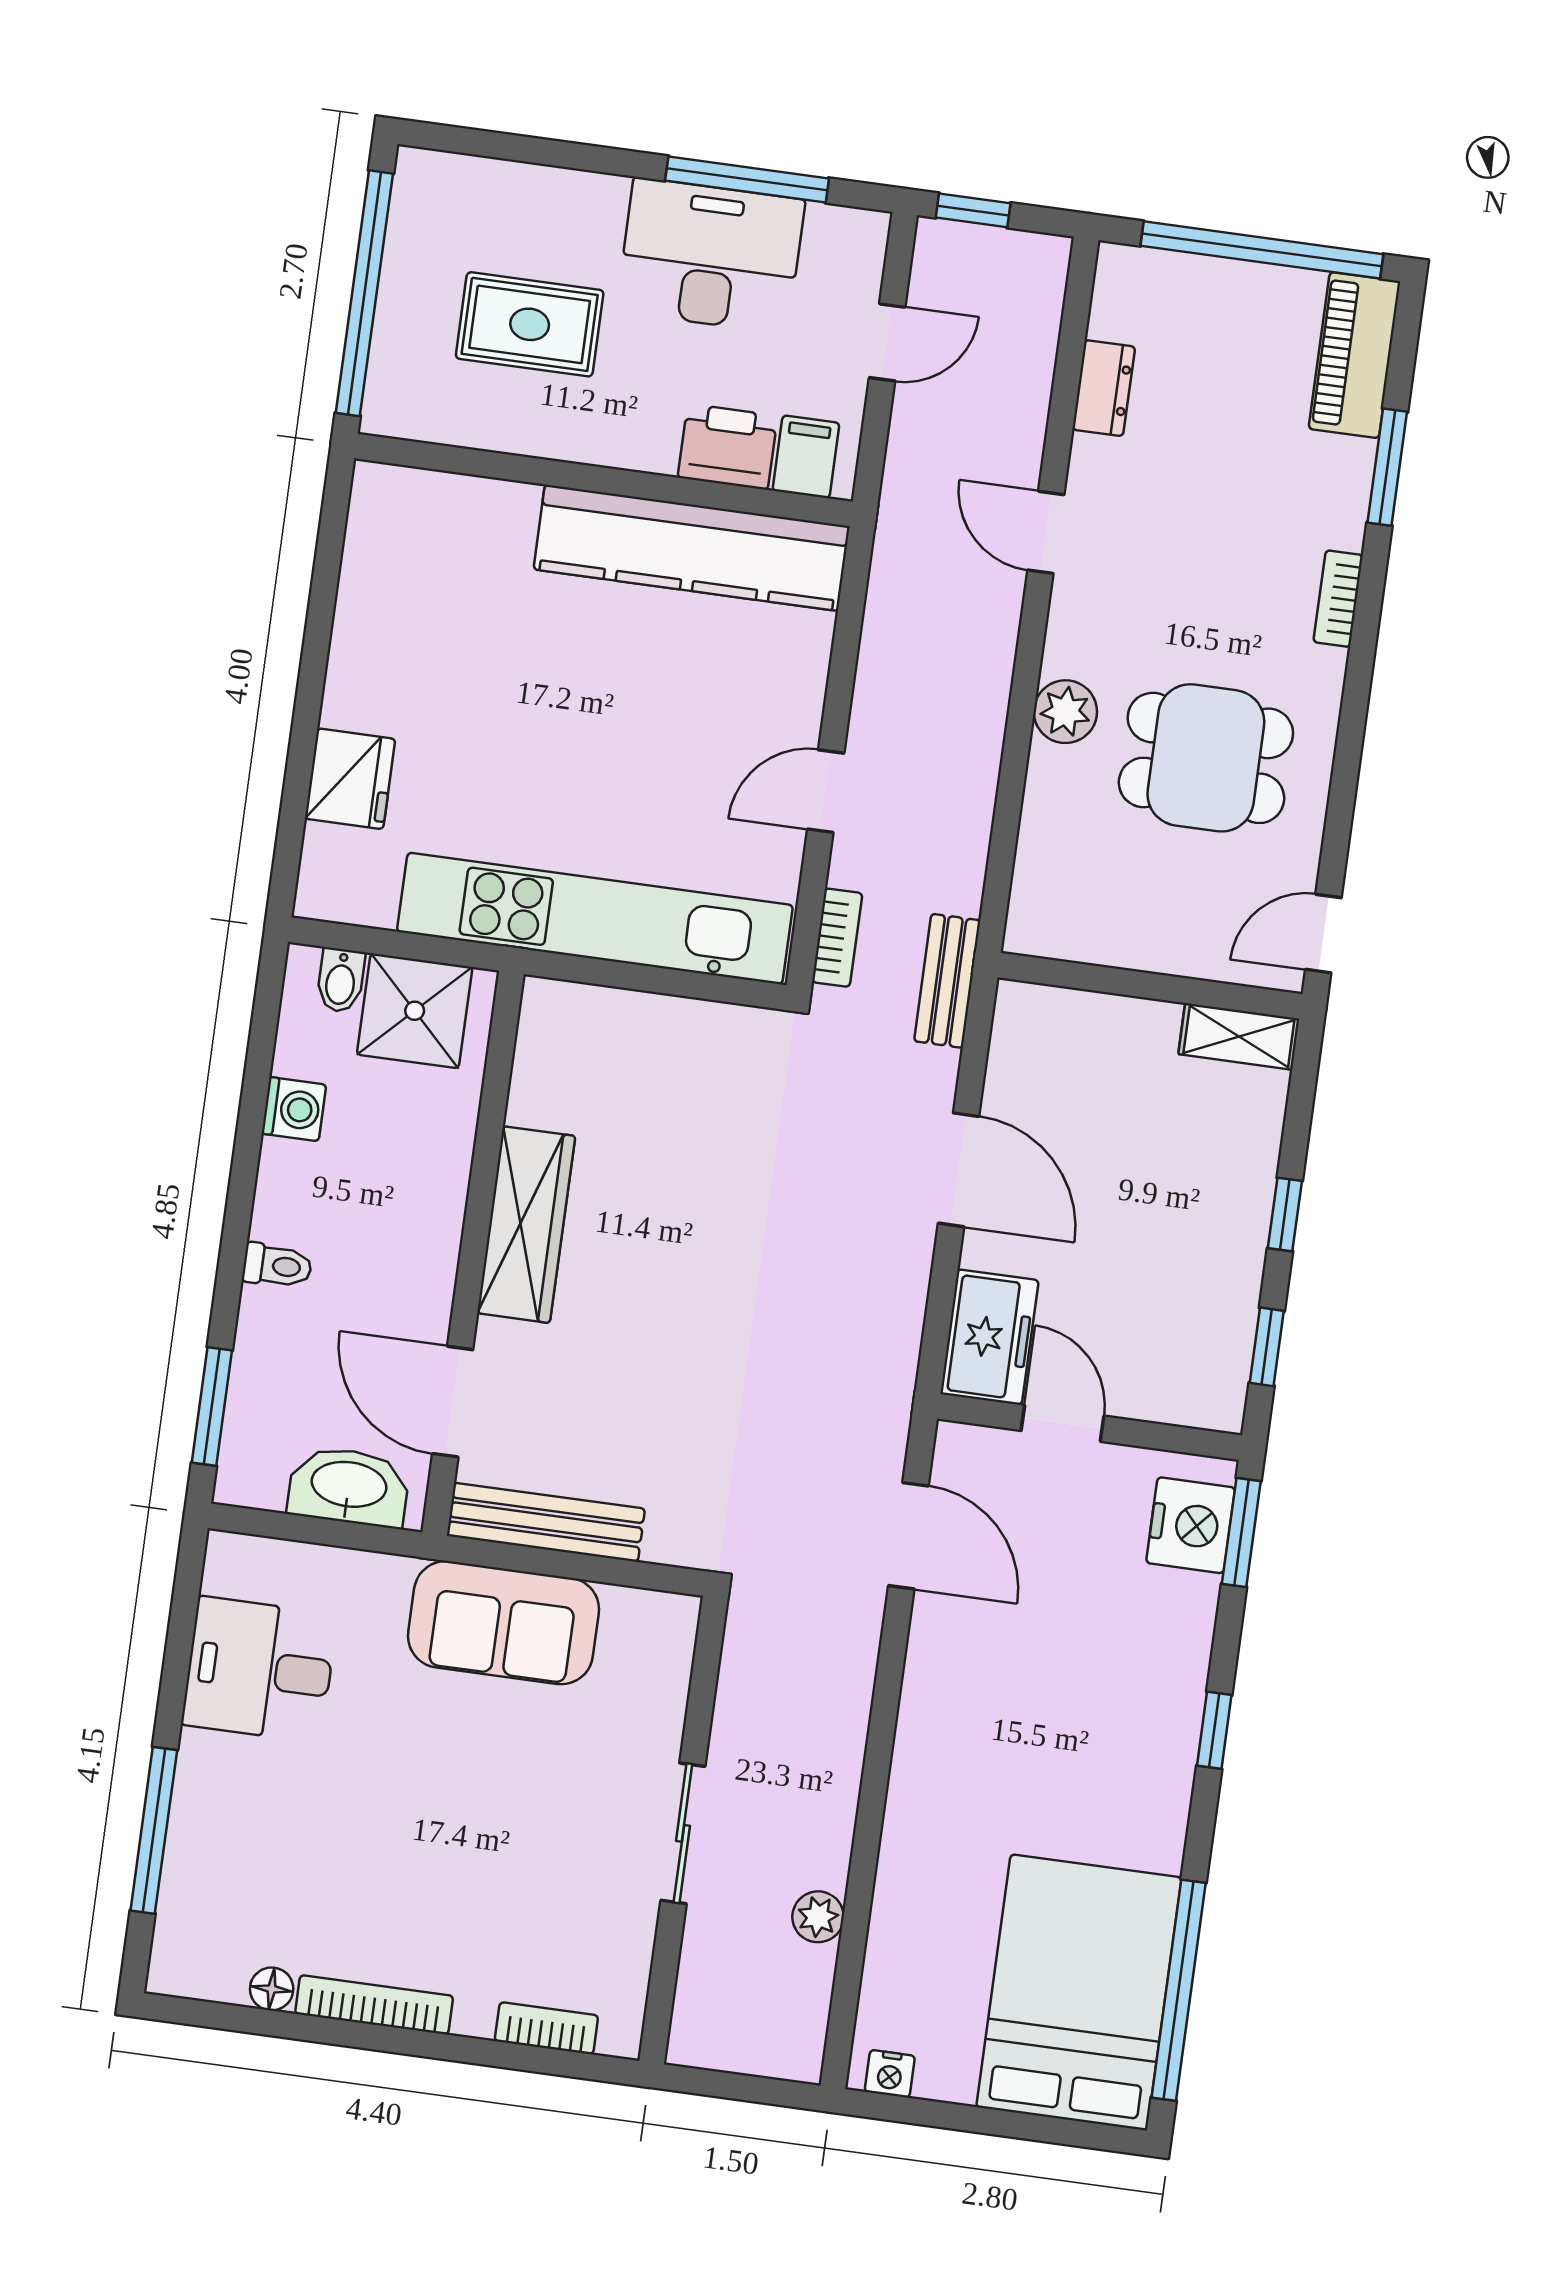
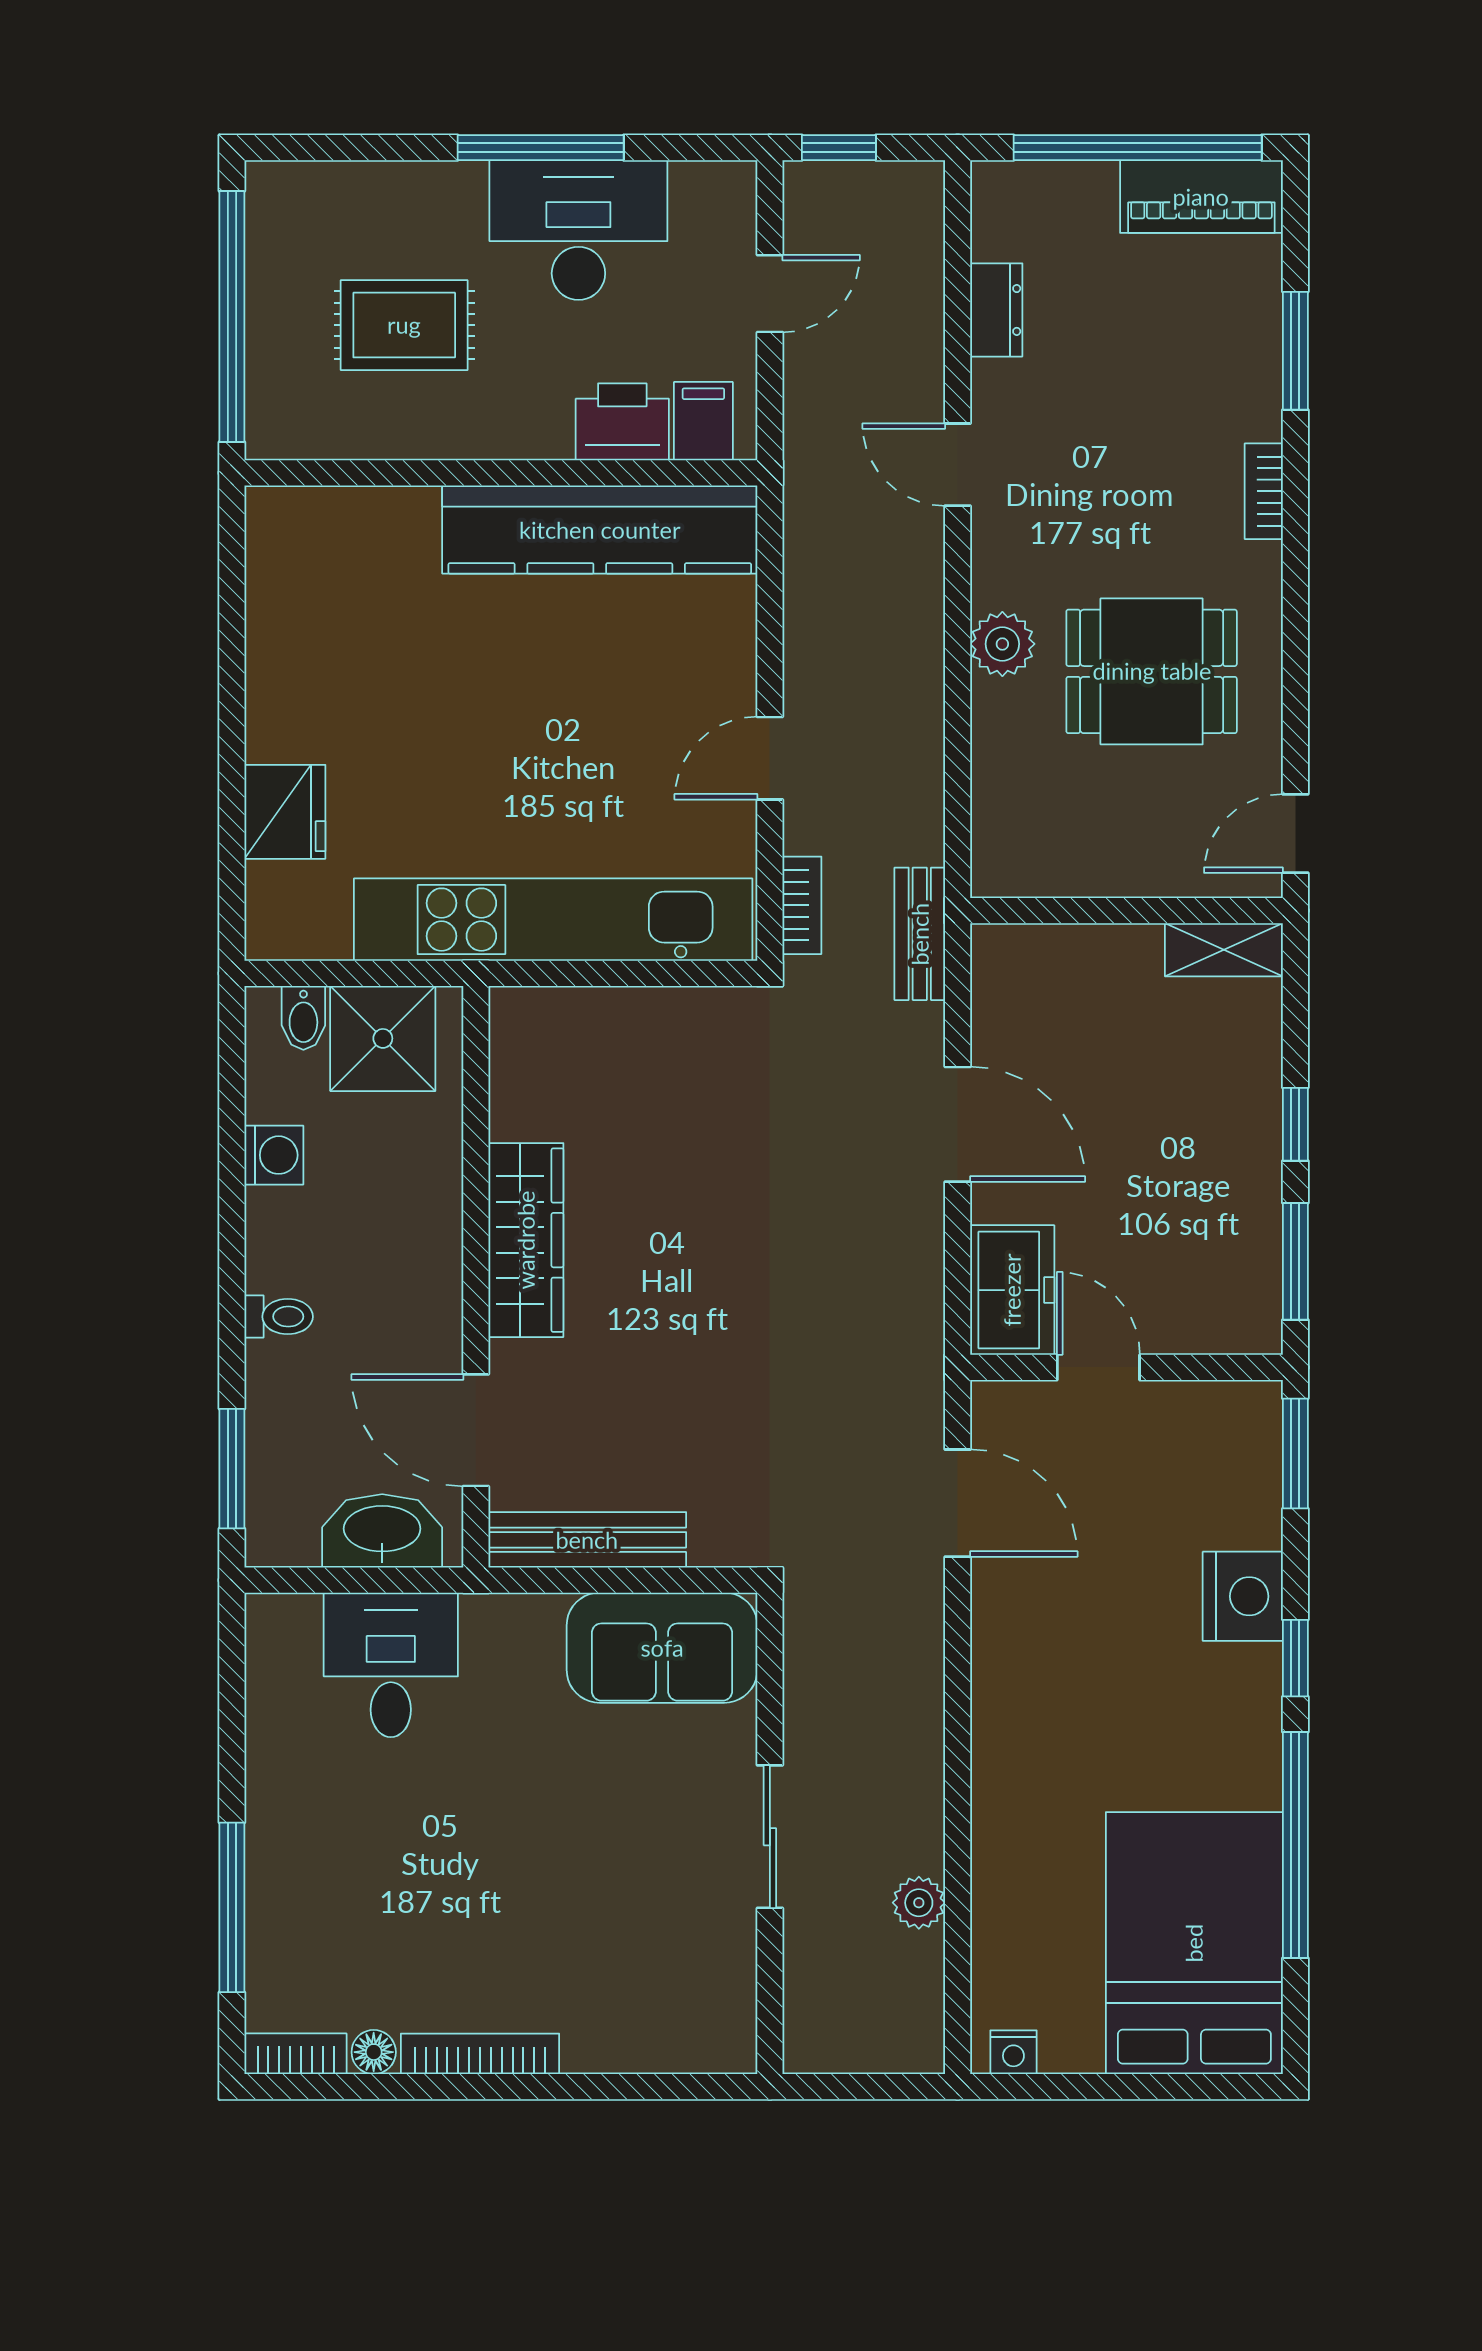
window: (747, 179) -> (541, 148), moved
piano: (1354, 355) -> (1201, 197), moved, turned -90
window: (1267, 1347) -> (1295, 1261), width x1.50
nightstand: (1191, 1525) -> (1243, 1596), moved
sofa: (503, 1623) -> (662, 1648), moved
desk: (259, 1669) -> (391, 1665), moved, turned 90
window: (1179, 1990) -> (1295, 1845), moved
bookcase: (546, 2028) -> (296, 2054), moved

